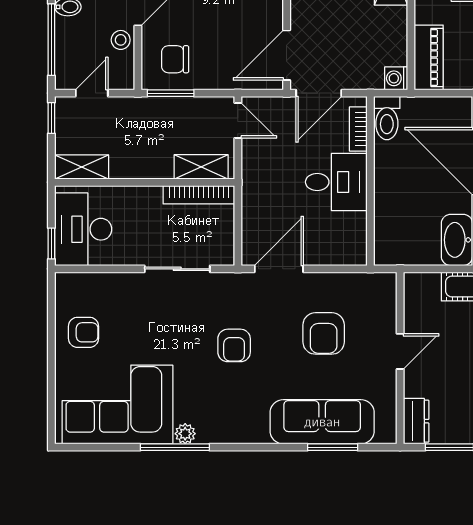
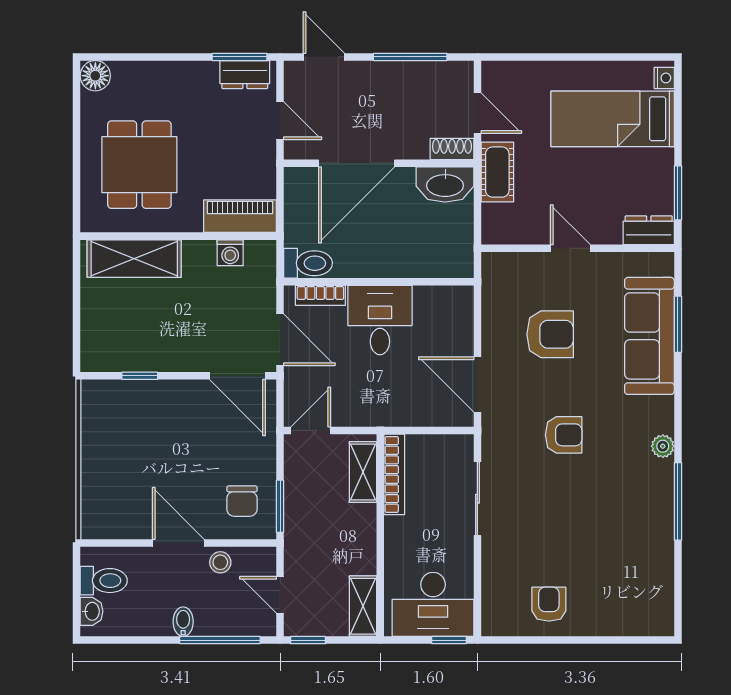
washing machine: (396, 78) -> (230, 253), moved
corner sofa: (117, 404) -> (630, 566), removed
plant: (185, 434) -> (663, 446), moved

